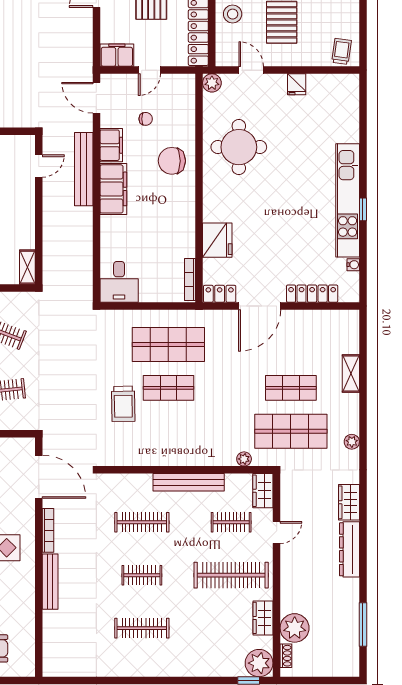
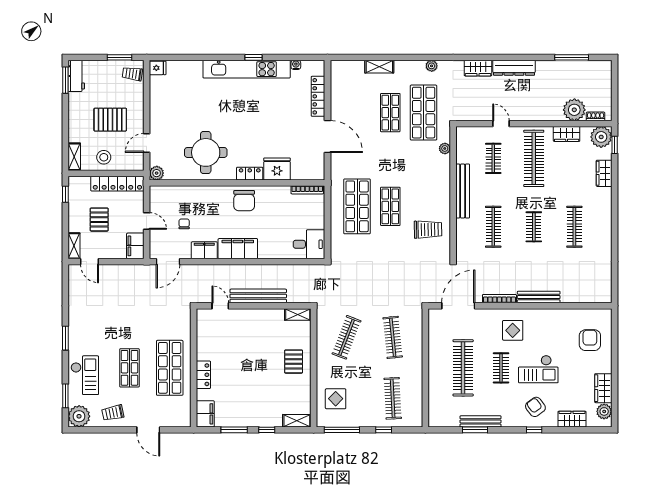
window: (363, 35) -> (120, 57), added
fridge: (297, 84) -> (158, 68), moved
chair: (172, 161) -> (244, 201), moved
bench: (84, 169) -> (258, 296), moved
locker: (220, 294) -> (250, 174), moved, turned 90
trolley: (123, 404) -> (428, 230), moved
wardrobe: (263, 491) -> (604, 173), moved, turned 90

